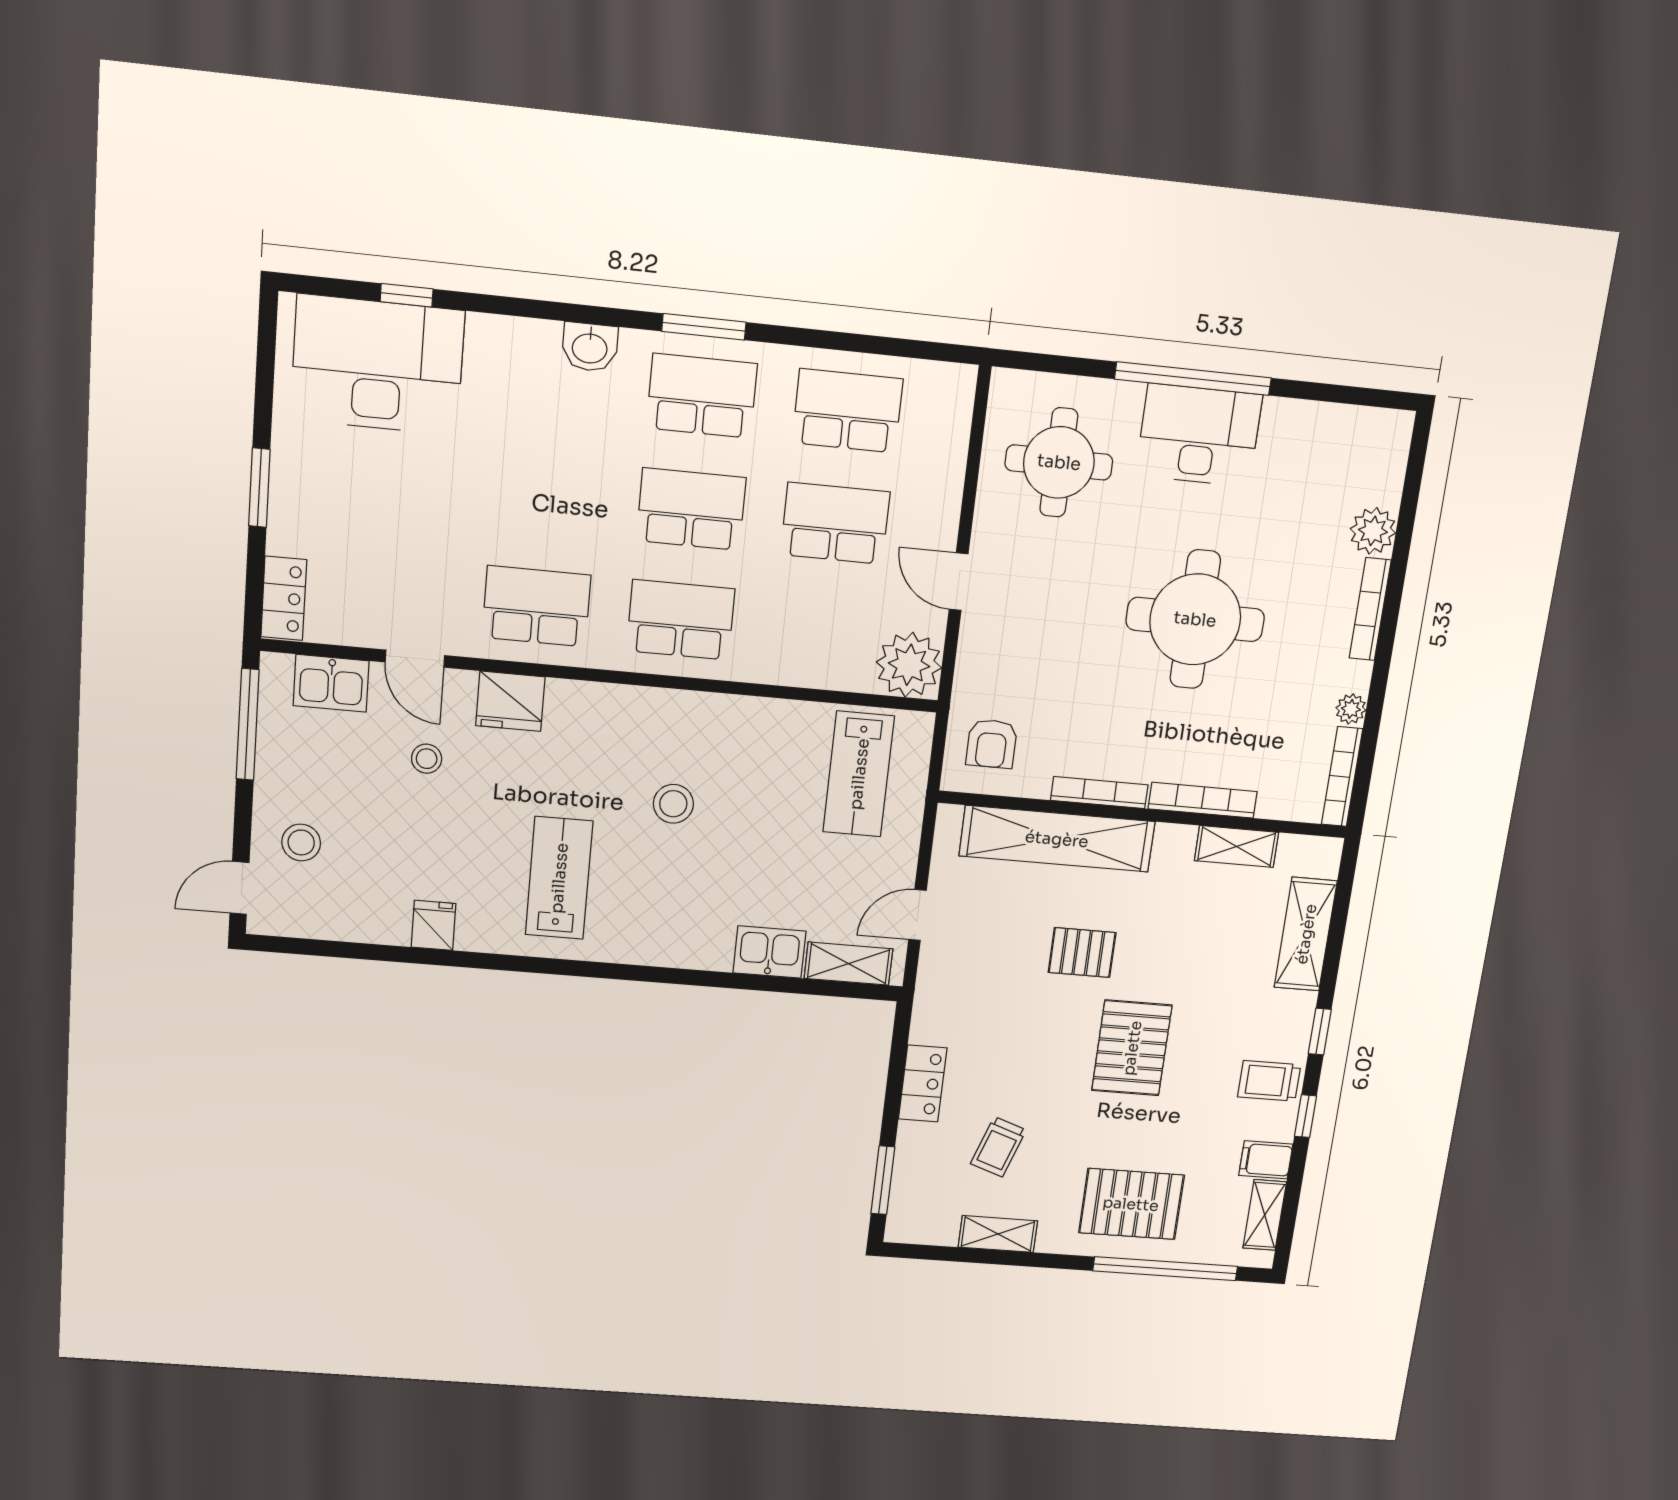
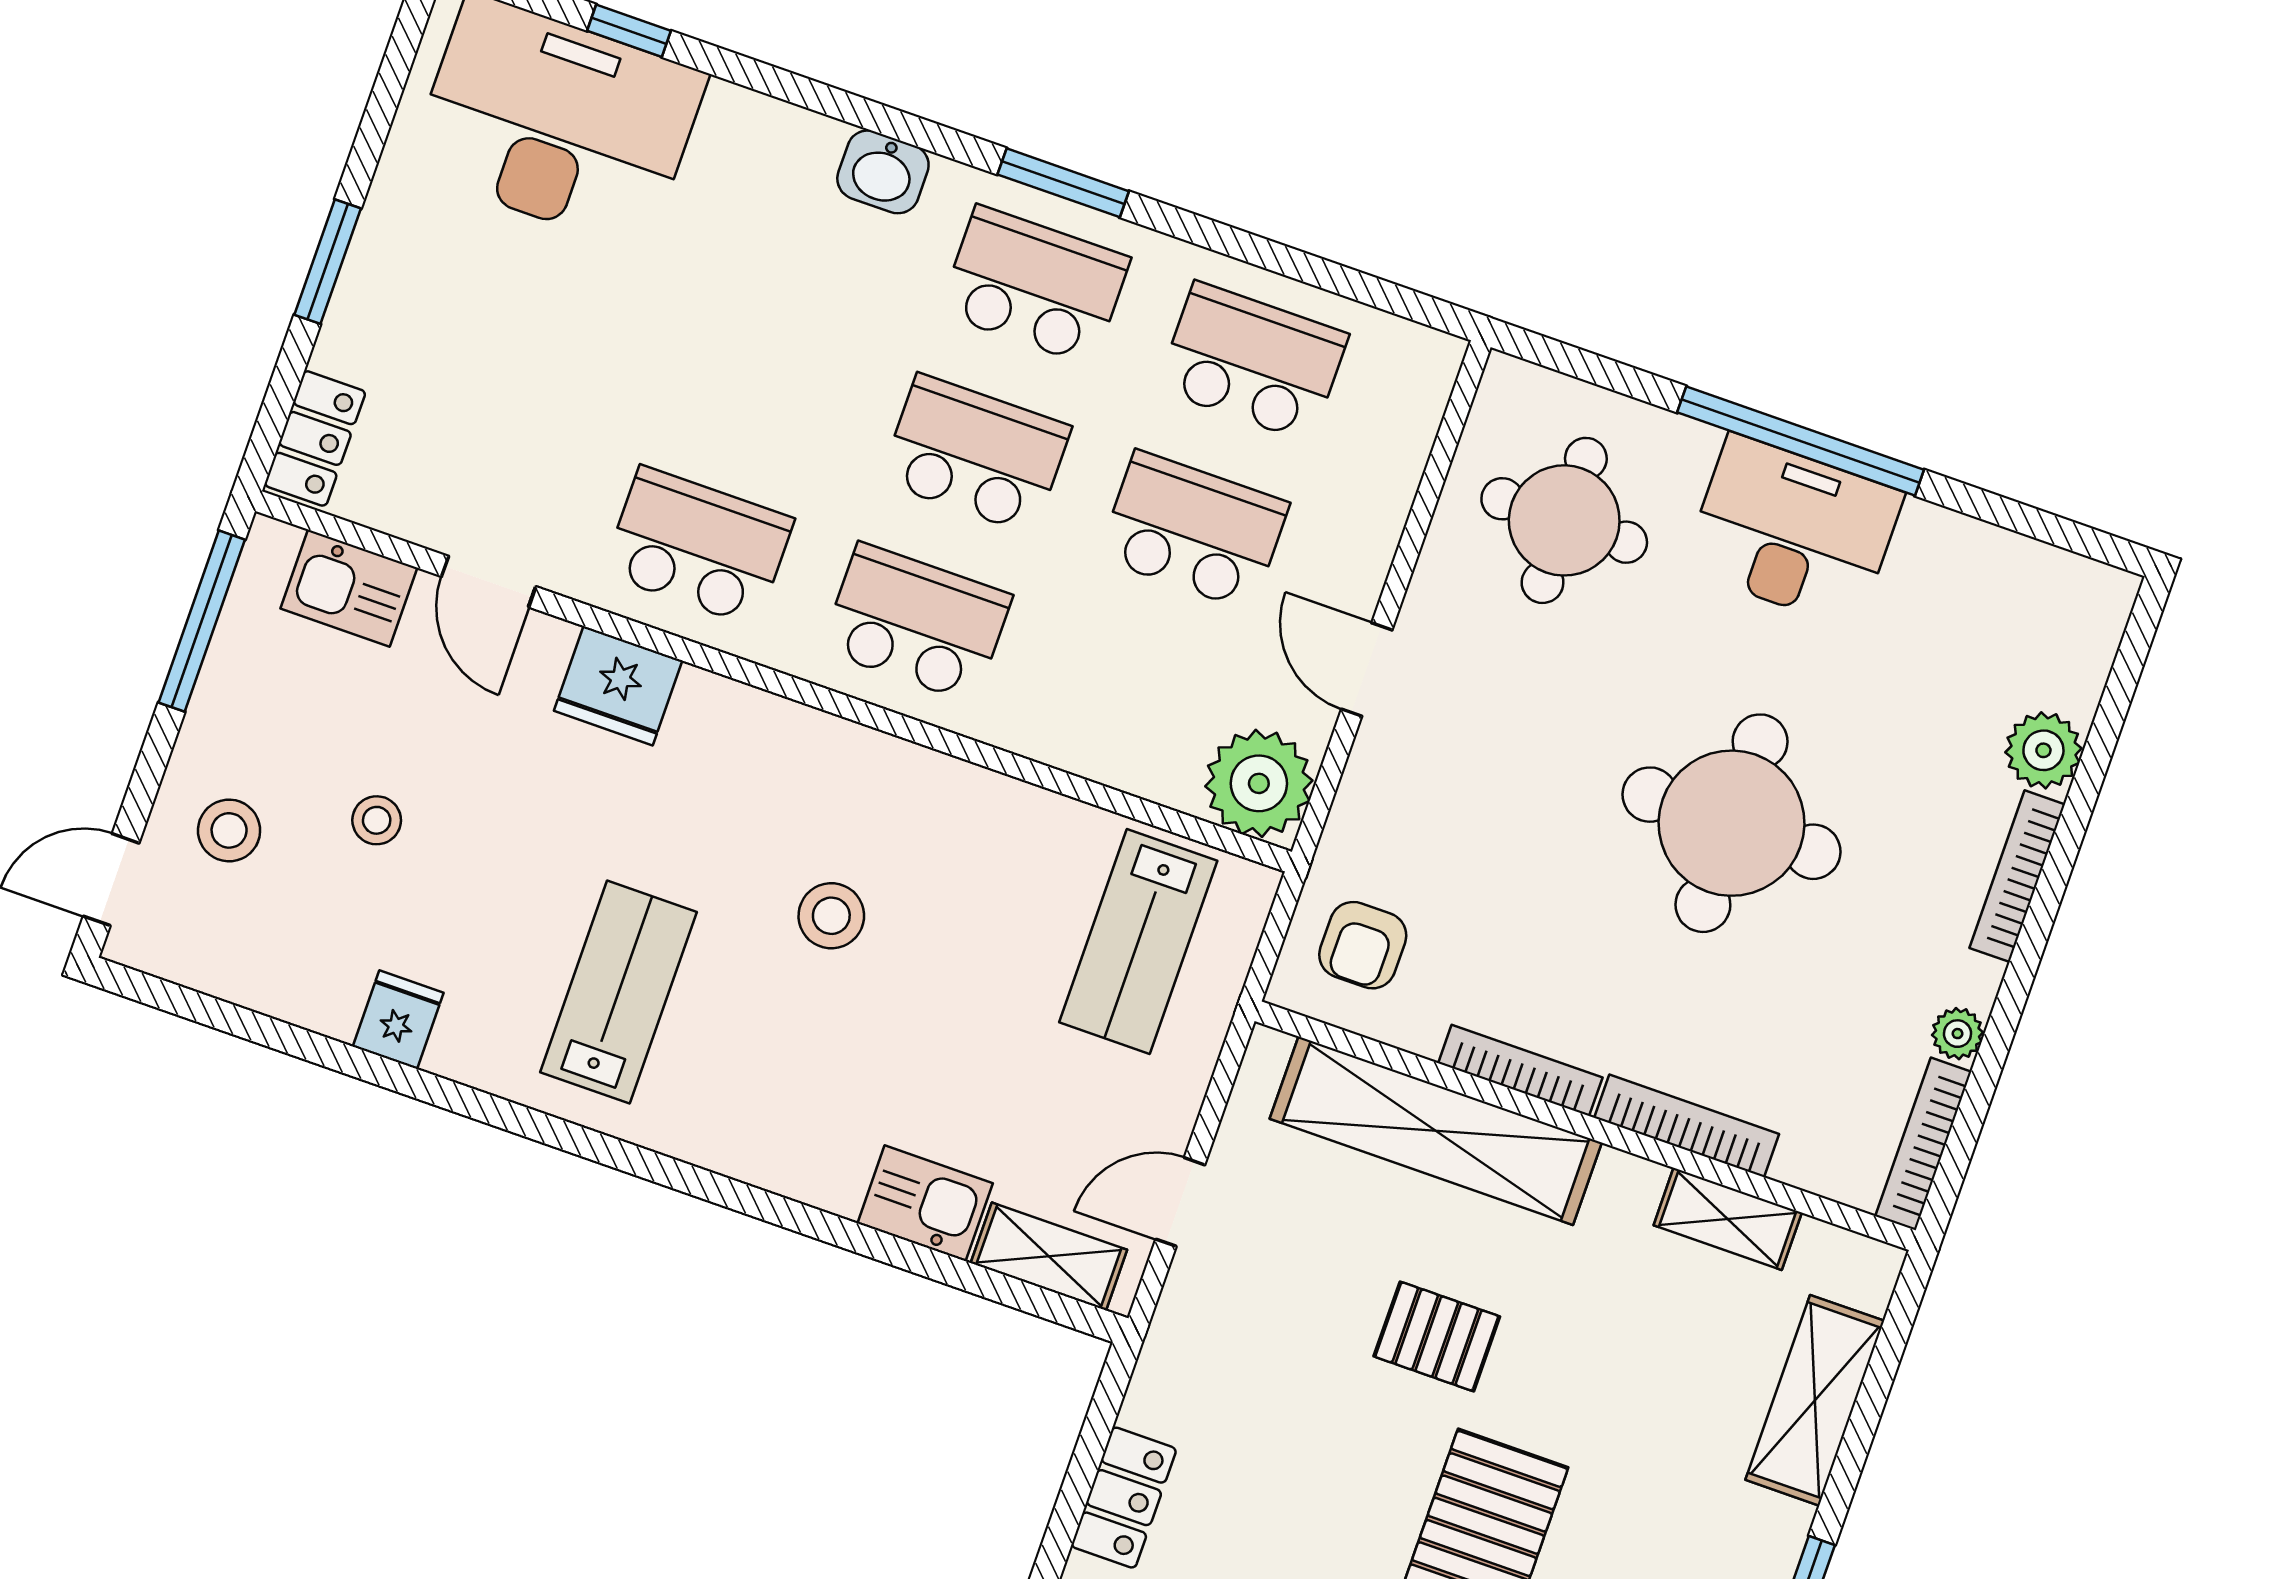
stool: (427, 759) -> (377, 820), moved

